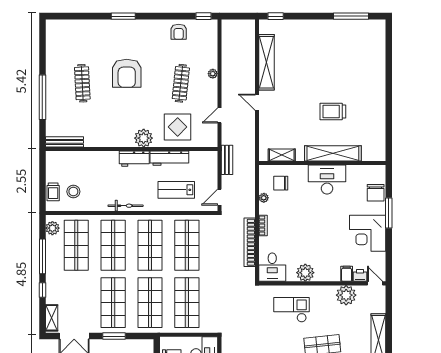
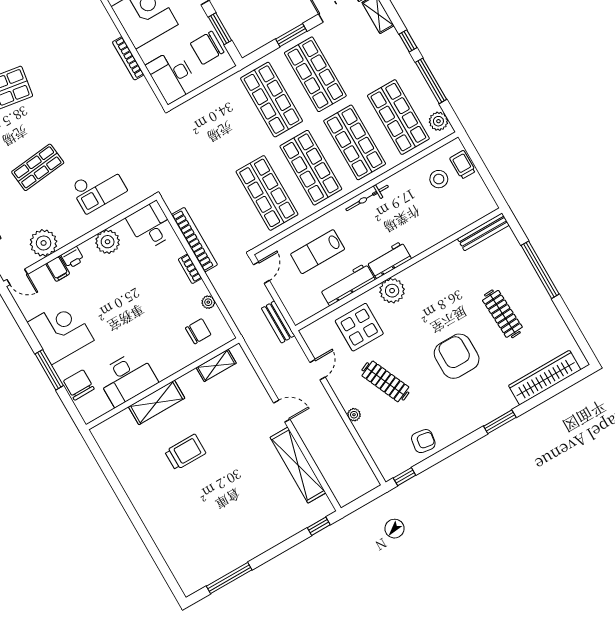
wardrobe: (79, 28) -> (545, 378), added
armchair: (179, 32) -> (423, 441), turned 99
clothes rail: (181, 83) -> (385, 381), turned -30
shelving: (333, 153) -> (157, 402), width x0.68
desk: (327, 179) -> (127, 378), moved
lab bench: (176, 190) -> (318, 252), turned 180
printer: (360, 275) -> (73, 258), moved
shop shelf: (187, 303) -> (228, 125), removed

